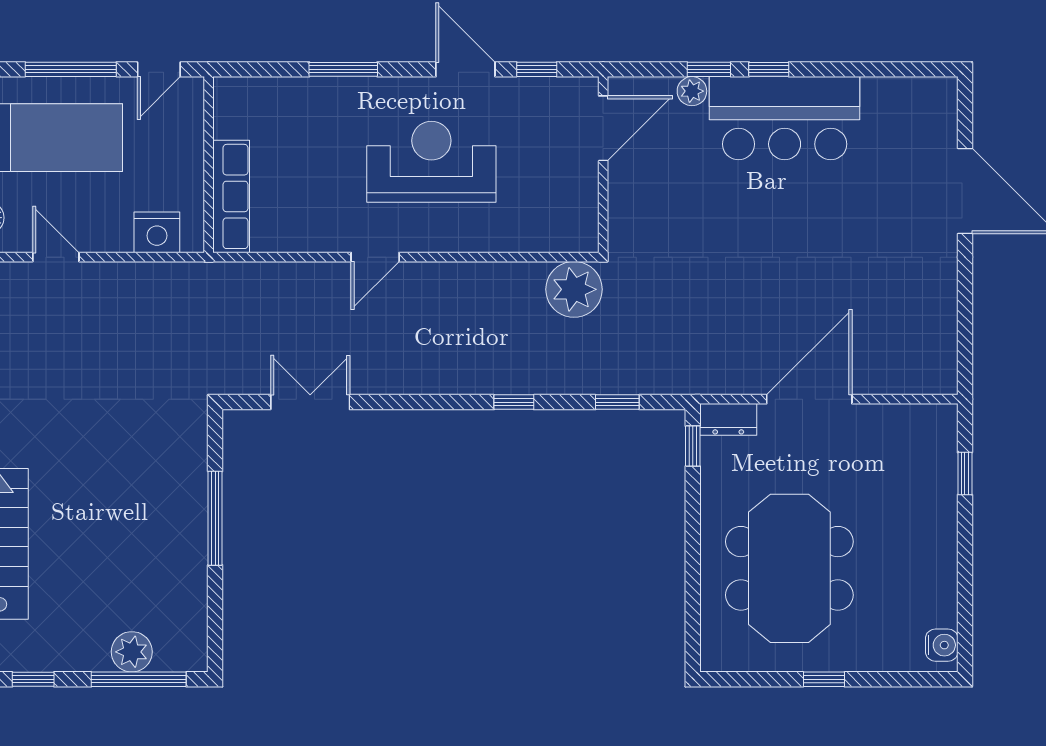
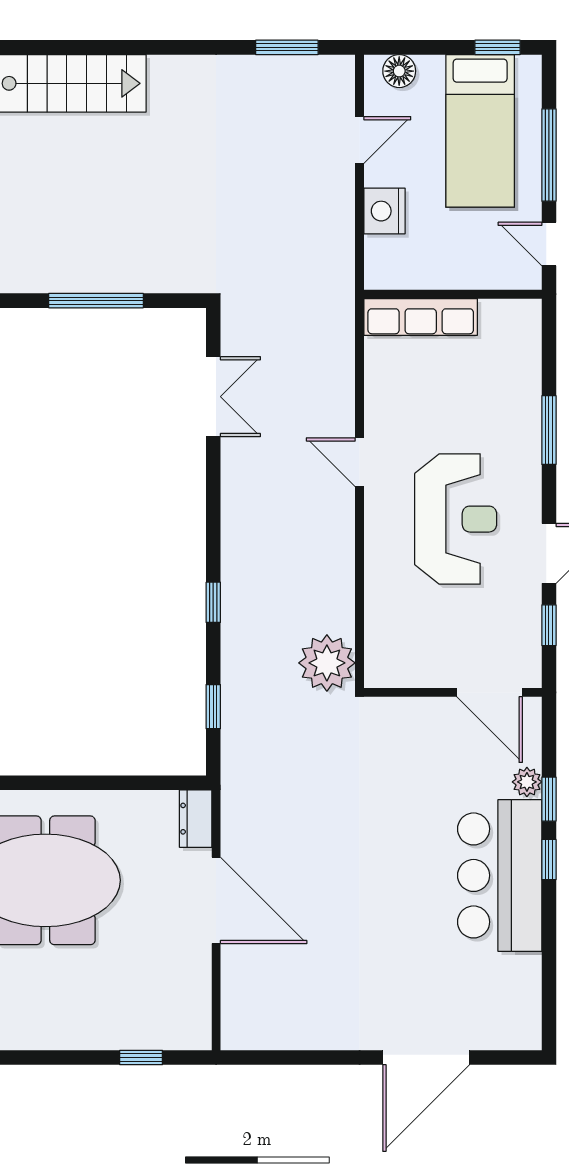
nightstand: (157, 232) -> (384, 211), moved
window: (693, 446) -> (169, 783), removed

